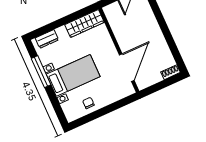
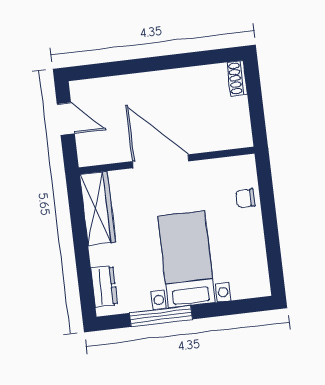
door: (127, 68) -> (161, 161), moved
chair: (88, 103) -> (245, 198), moved

